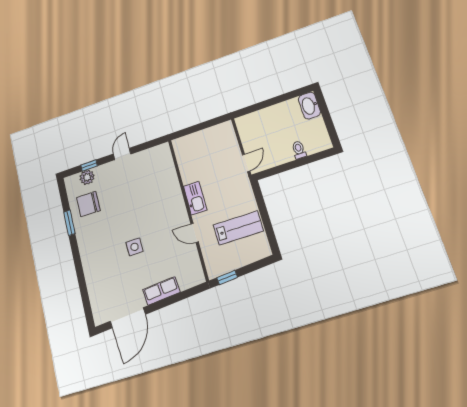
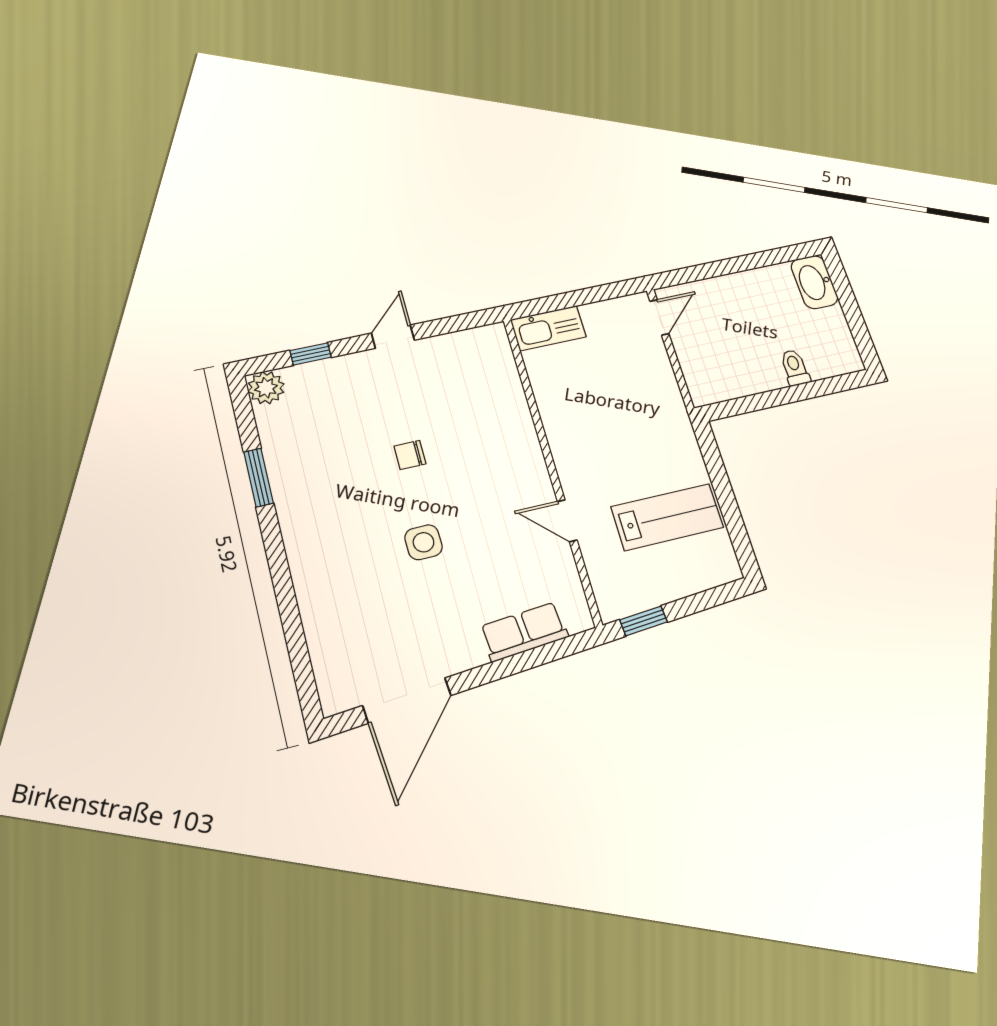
door: (246, 163) -> (659, 317), moved
plant: (87, 177) -> (266, 388), moved
kitchen sink: (195, 198) -> (548, 328), moved, turned 90
chair: (88, 204) -> (410, 455), moved, width x0.54, depth x0.54
row of seats: (161, 291) -> (524, 632), moved

